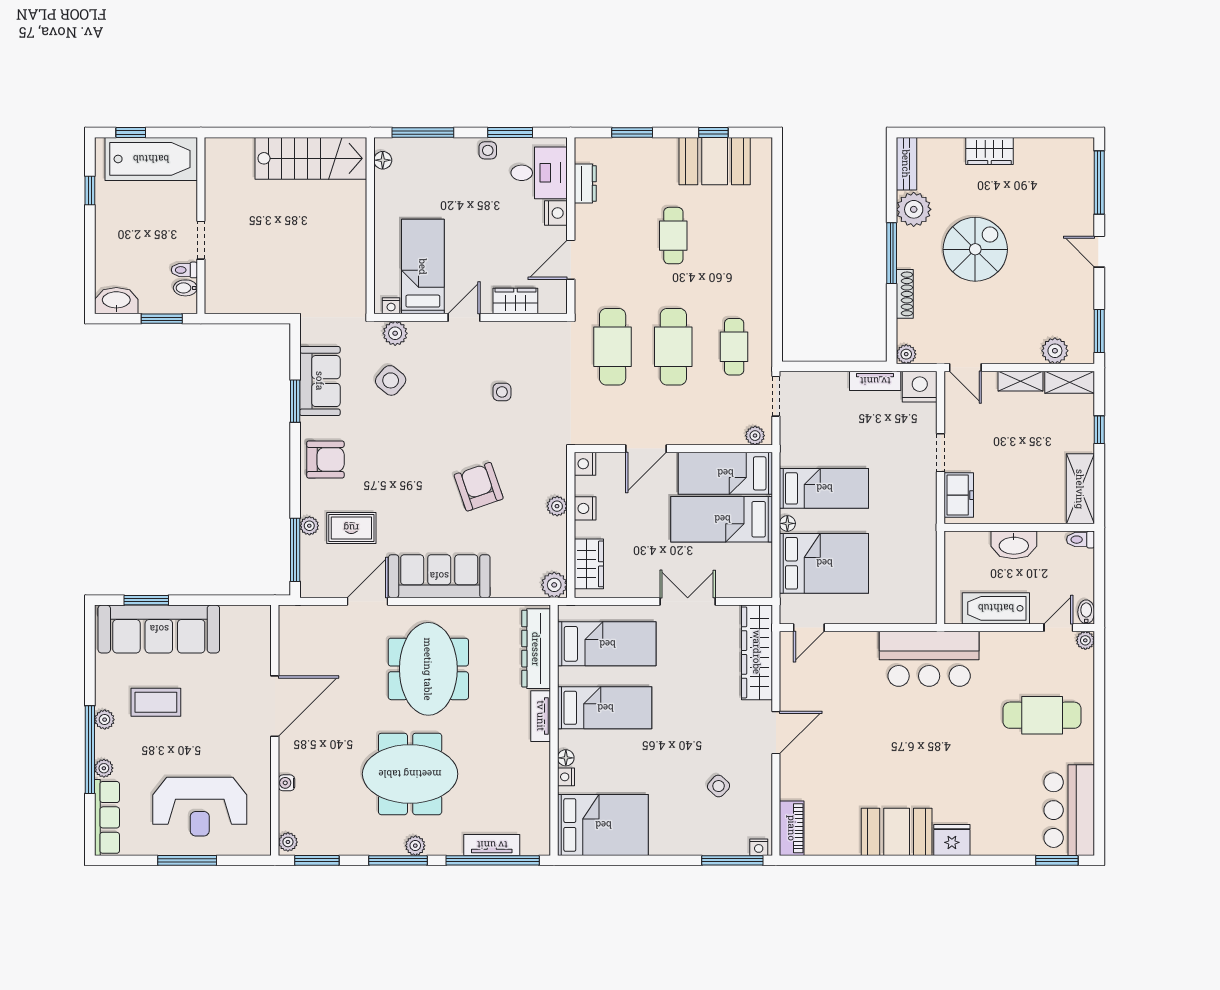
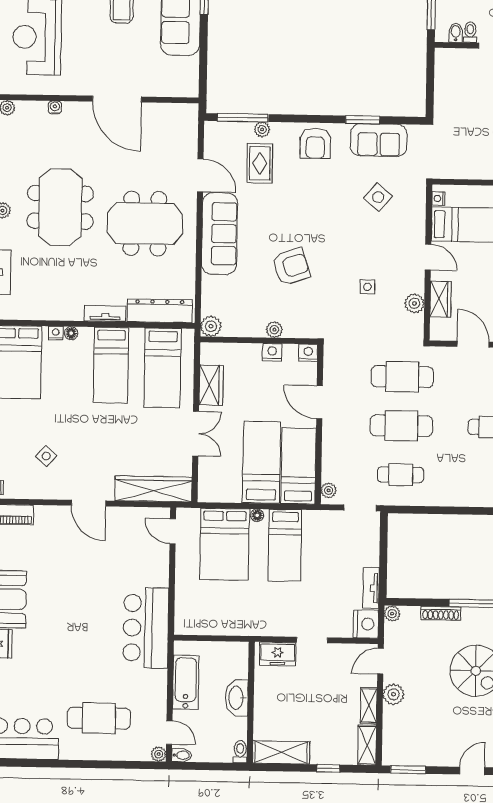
plant: (395, 333) -> (414, 303), moved
plant: (1055, 351) -> (393, 694), moved
wardrobe: (589, 564) -> (211, 385), moved, turned -90
cafe table: (1042, 715) -> (99, 718), turned 90

